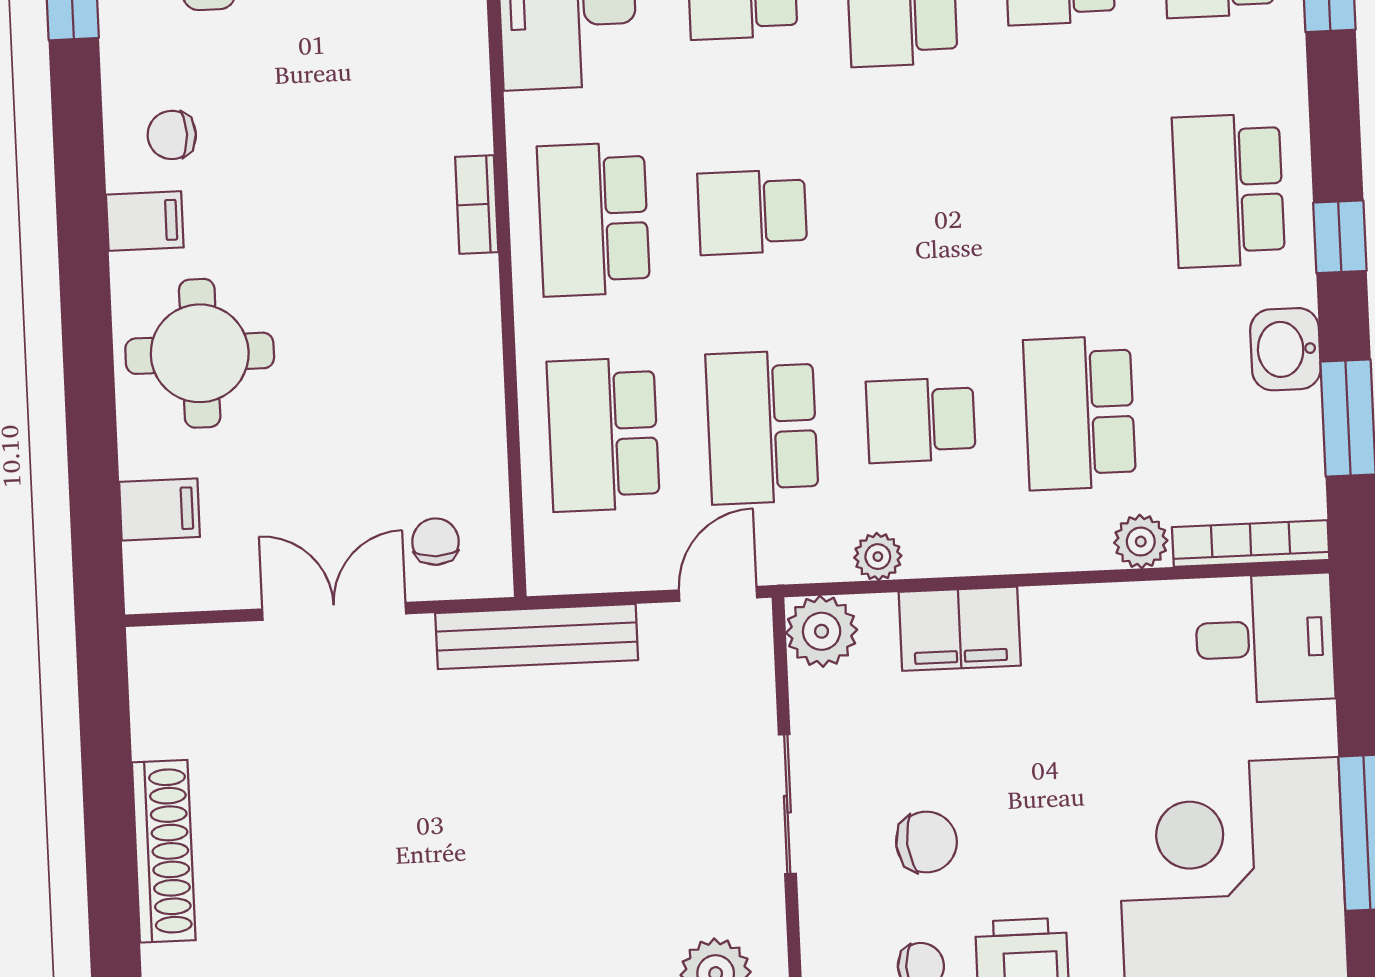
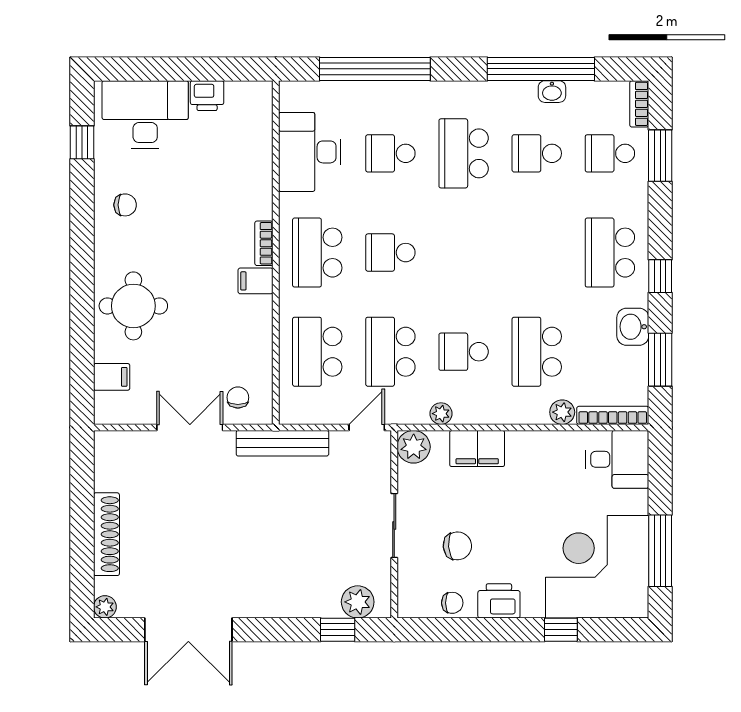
chair: (172, 135) -> (125, 205), turned 180
filing cabinet: (145, 221) -> (255, 281), moved, turned 180

